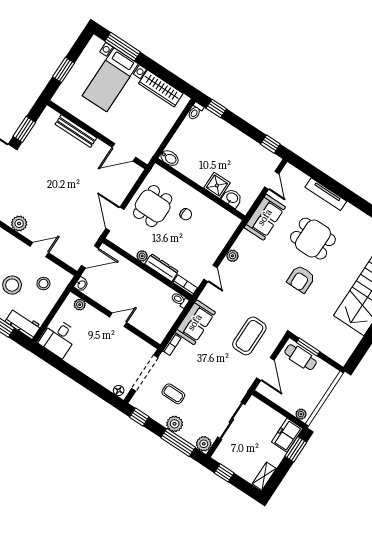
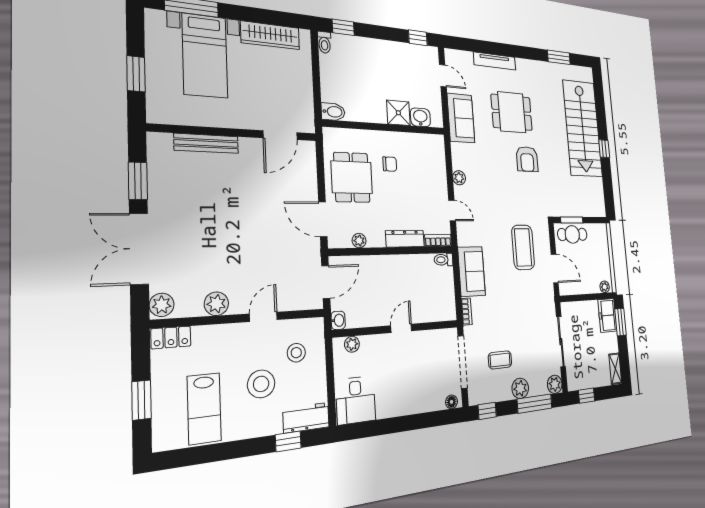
plant: (142, 256) -> (359, 241), moved

